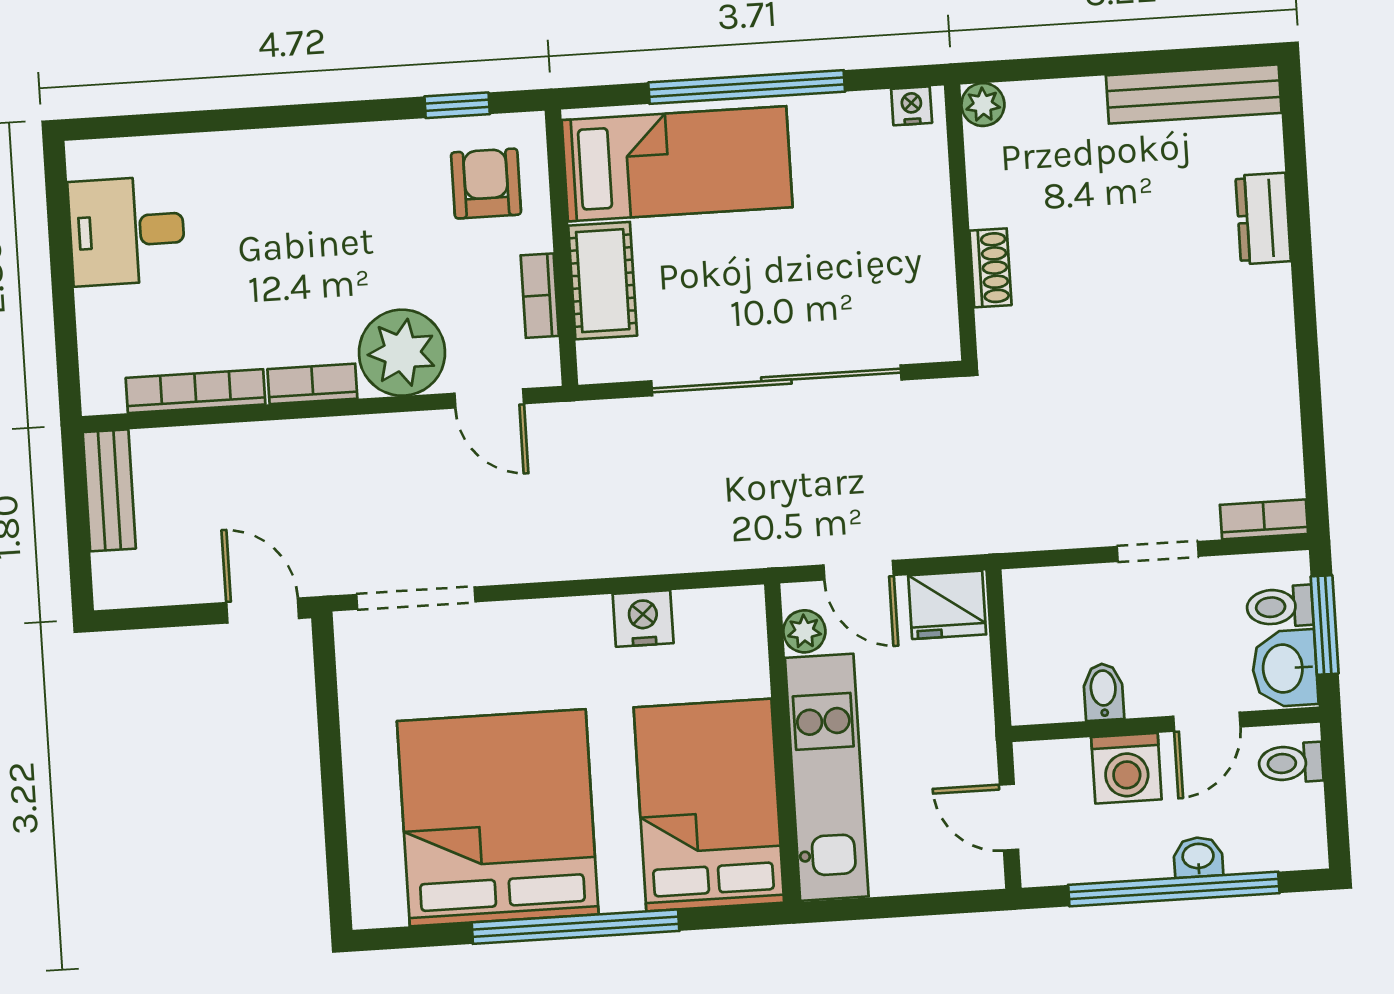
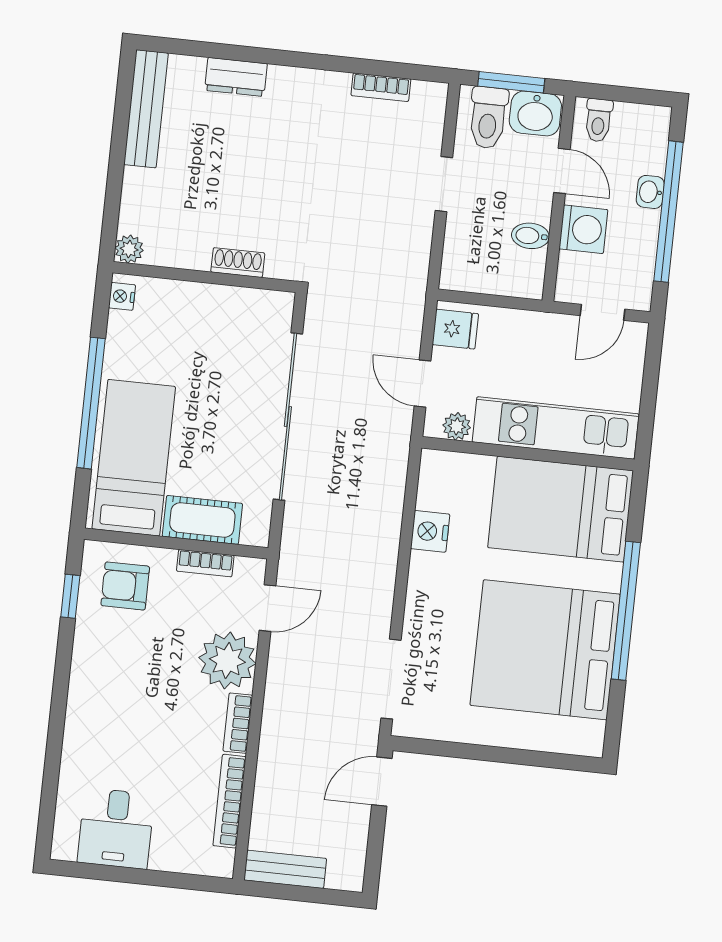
bookcase: (1264, 519) -> (381, 87), moved, turned -90
door: (859, 570) -> (423, 384), swing flipped
fridge: (947, 605) -> (455, 329), width x0.72
toilet: (1280, 607) -> (488, 118), width x1.37, depth x1.39

